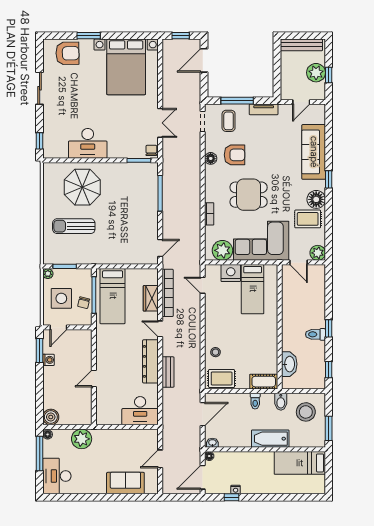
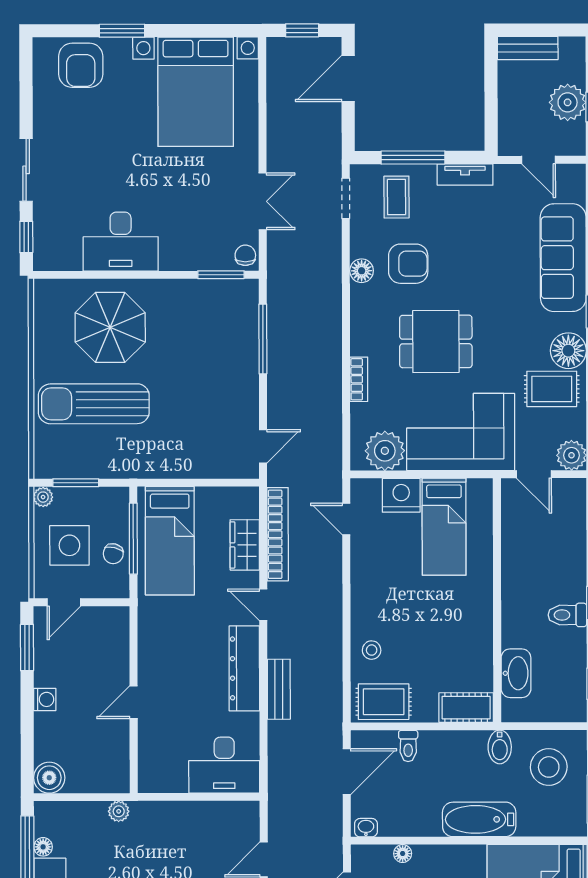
bench: (301, 45) -> (528, 48), width x0.73
armchair: (67, 53) -> (81, 65), turned 91
sliding door: (40, 88) -> (26, 170), moved
door: (301, 102) -> (539, 160), hinge flipped
sun lounger: (74, 226) -> (94, 404), width x1.36, depth x1.34
washing machine: (49, 360) -> (45, 699), moved
toilet: (255, 401) -> (408, 746), moved
floor lamp: (48, 434) -> (43, 847), moved
plant: (82, 439) -> (119, 811), width x0.53, depth x0.53
floor lamp: (209, 456) -> (403, 854), moved

